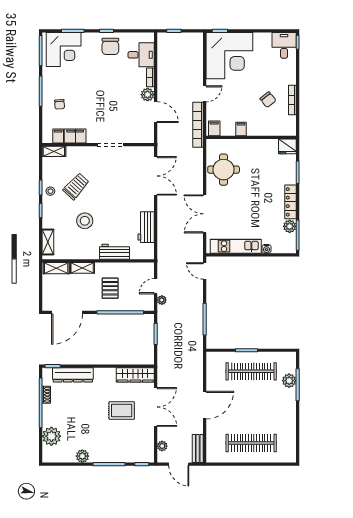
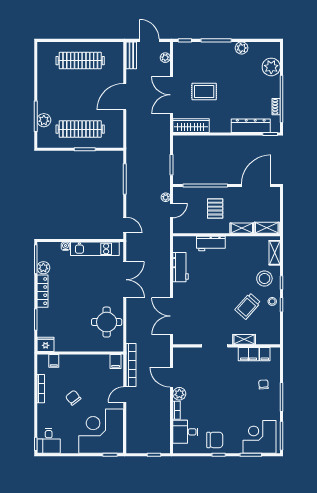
chair: (110, 46) -> (215, 440), turned 90
chair: (268, 100) -> (73, 398), moved
filing cabinet: (241, 129) -> (54, 361), moved
shelving: (54, 151) -> (244, 339), moved
stool: (85, 221) -> (264, 279), moved

